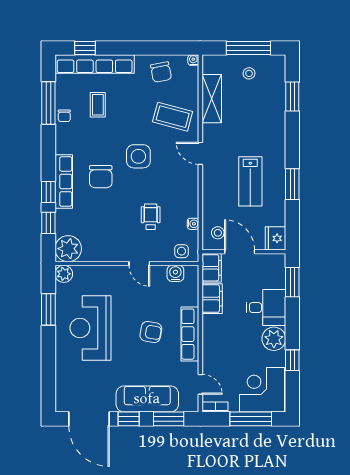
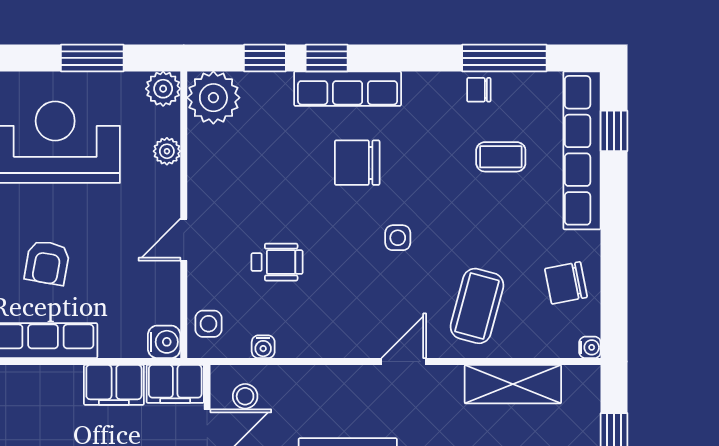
side table: (138, 156) -> (398, 238), width x0.54, depth x0.54
plant: (95, 272) -> (167, 151), added
water cooler: (175, 273) -> (164, 342), moved

